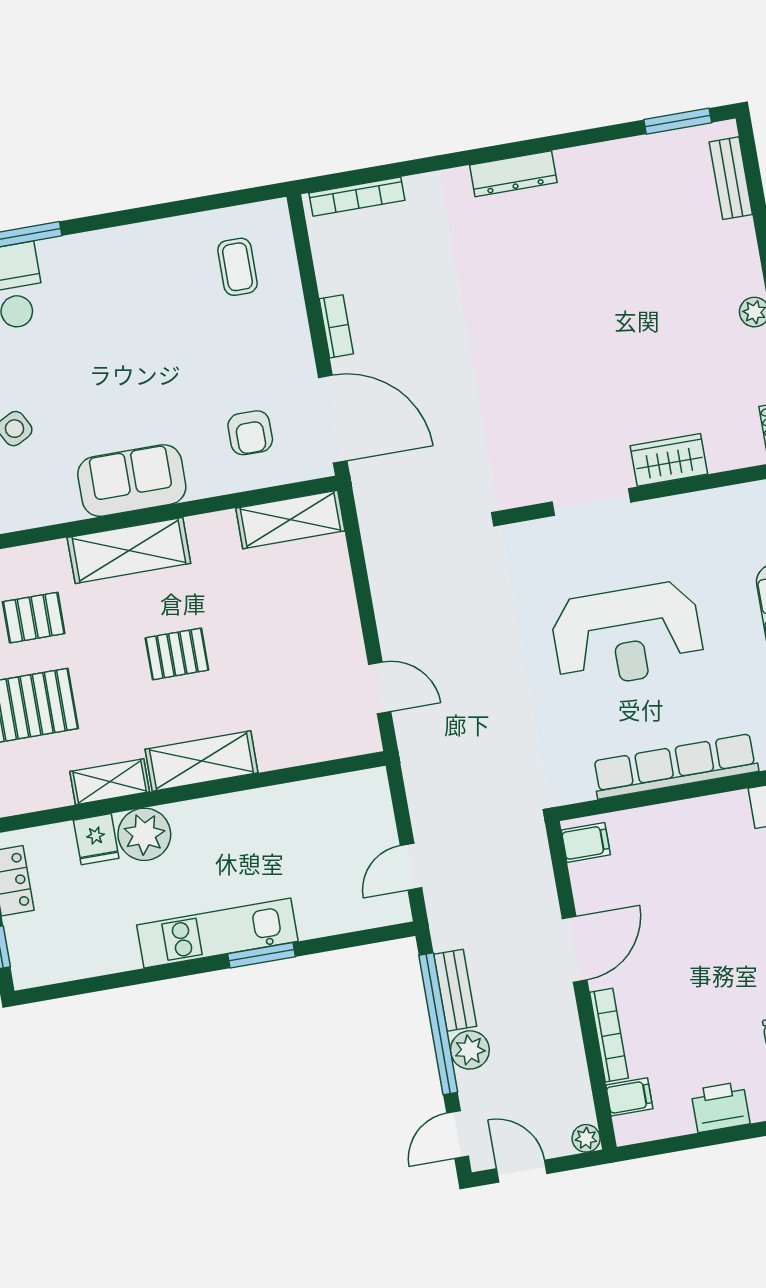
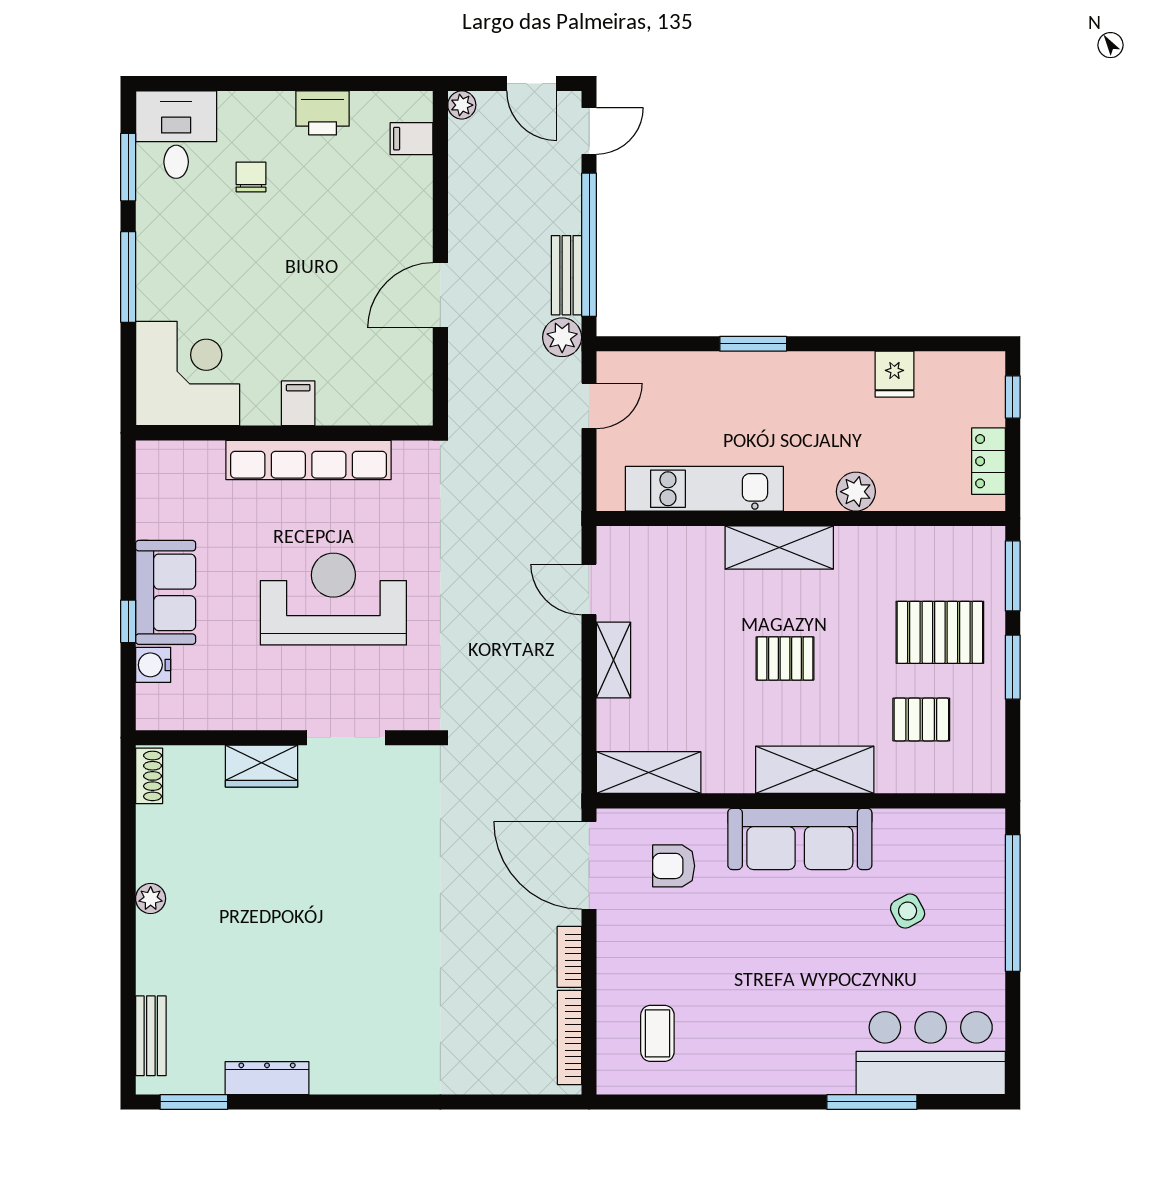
dresser: (513, 174) -> (267, 1078), moved
bookcase: (357, 197) -> (570, 1037), moved, turned -90
armchair: (250, 433) -> (674, 866), turned -90
sofa: (132, 481) -> (800, 839), width x1.36
shelving: (110, 782) -> (614, 660), moved, turned 90
plant: (144, 834) -> (856, 492), width x0.73, depth x0.73
fridge: (96, 839) -> (894, 374), moved, turned 180
filing cabinet: (586, 842) -> (298, 403), moved, turned 90
kitchen unit: (217, 933) -> (704, 489), moved, turned 180
bookcase: (609, 1035) -> (421, 204), removed
plant: (470, 1050) -> (562, 337), moved

